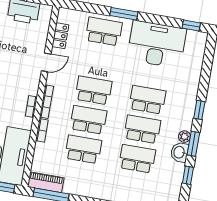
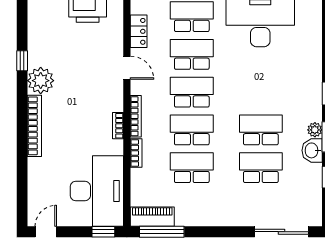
door: (46, 62) -> (127, 68), hinge flipped
school desk: (147, 100) -> (192, 54), moved

